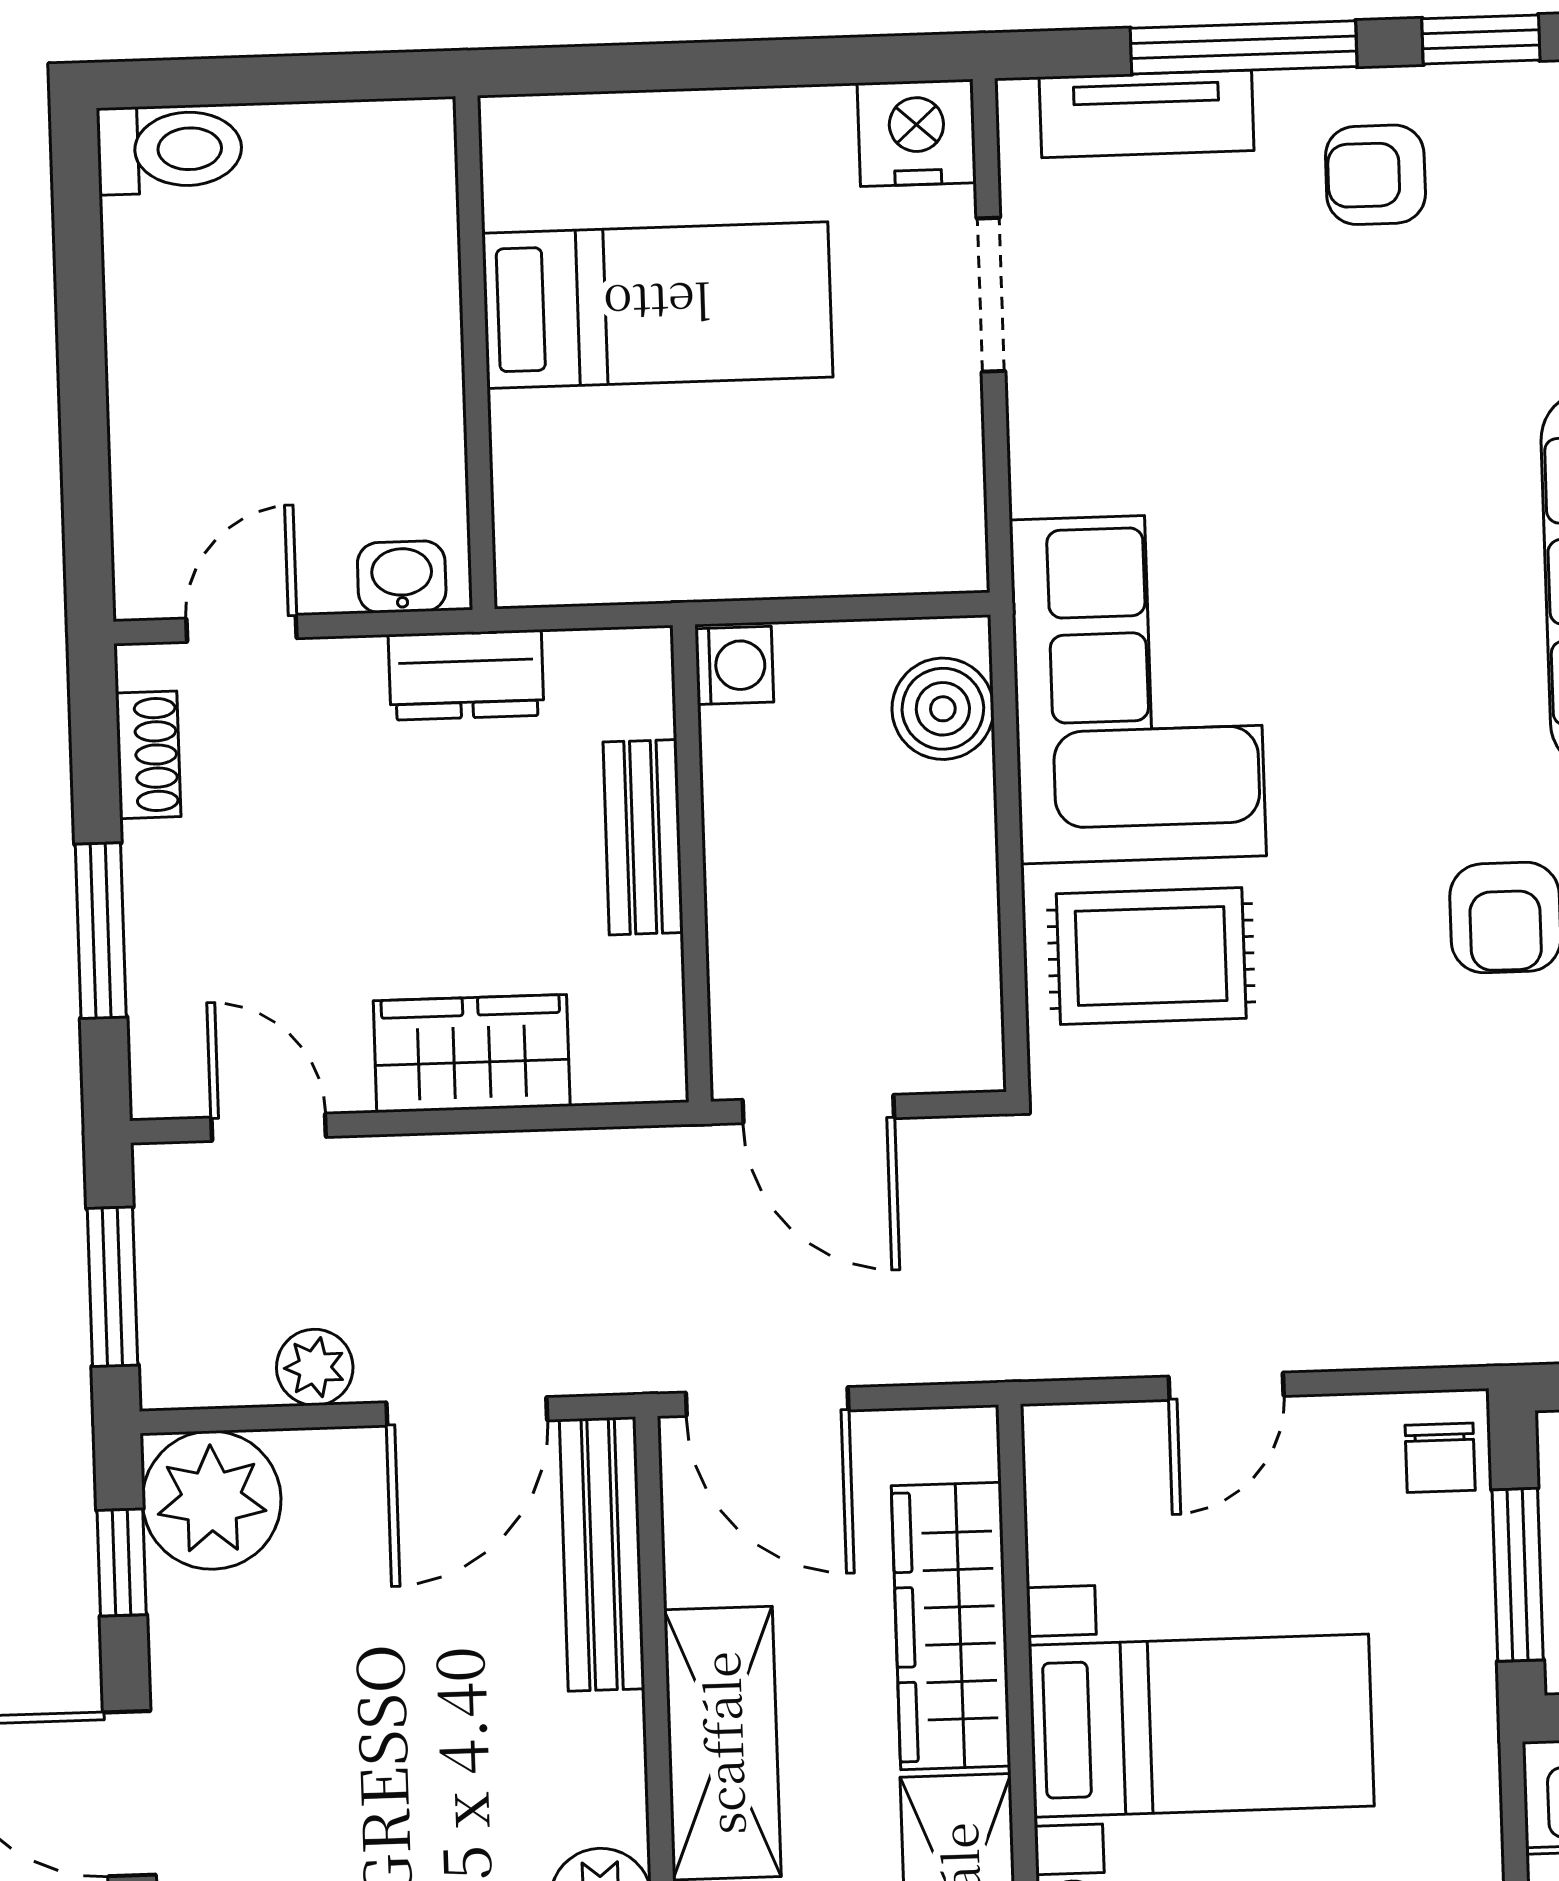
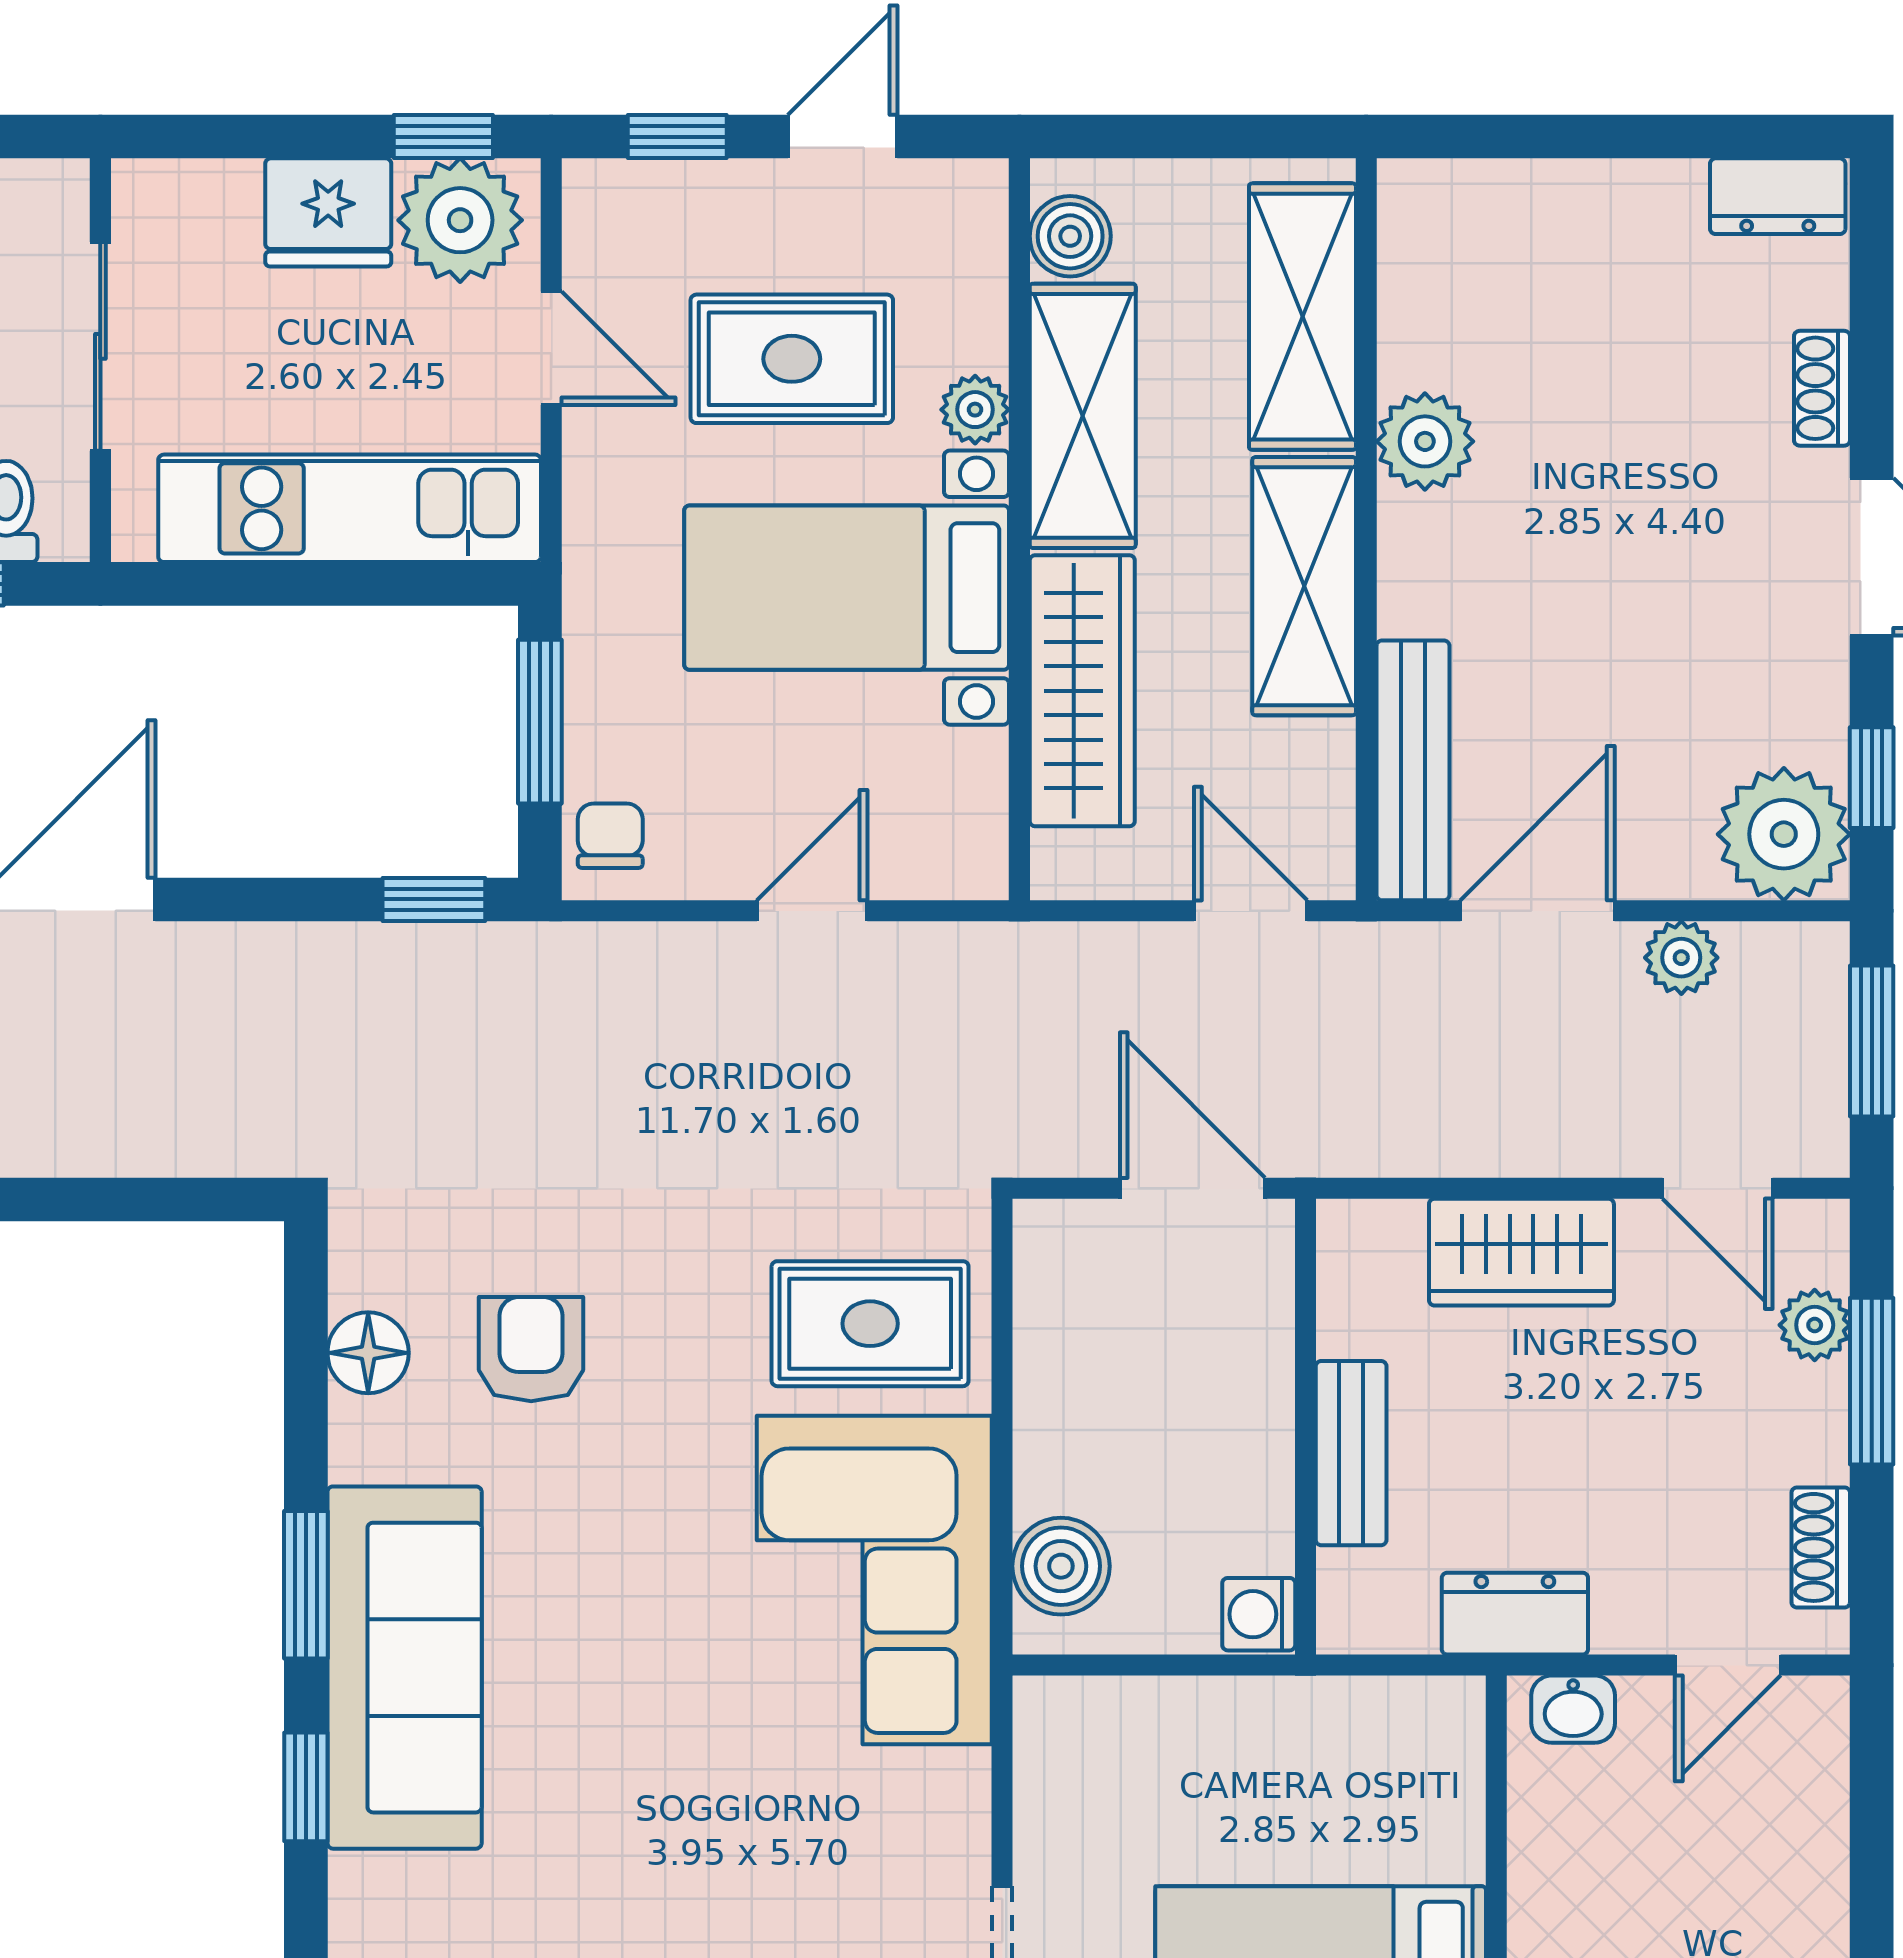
plant: (162, 987) -> (1815, 1325), added
door: (767, 1401) -> (1251, 911), width x0.73

